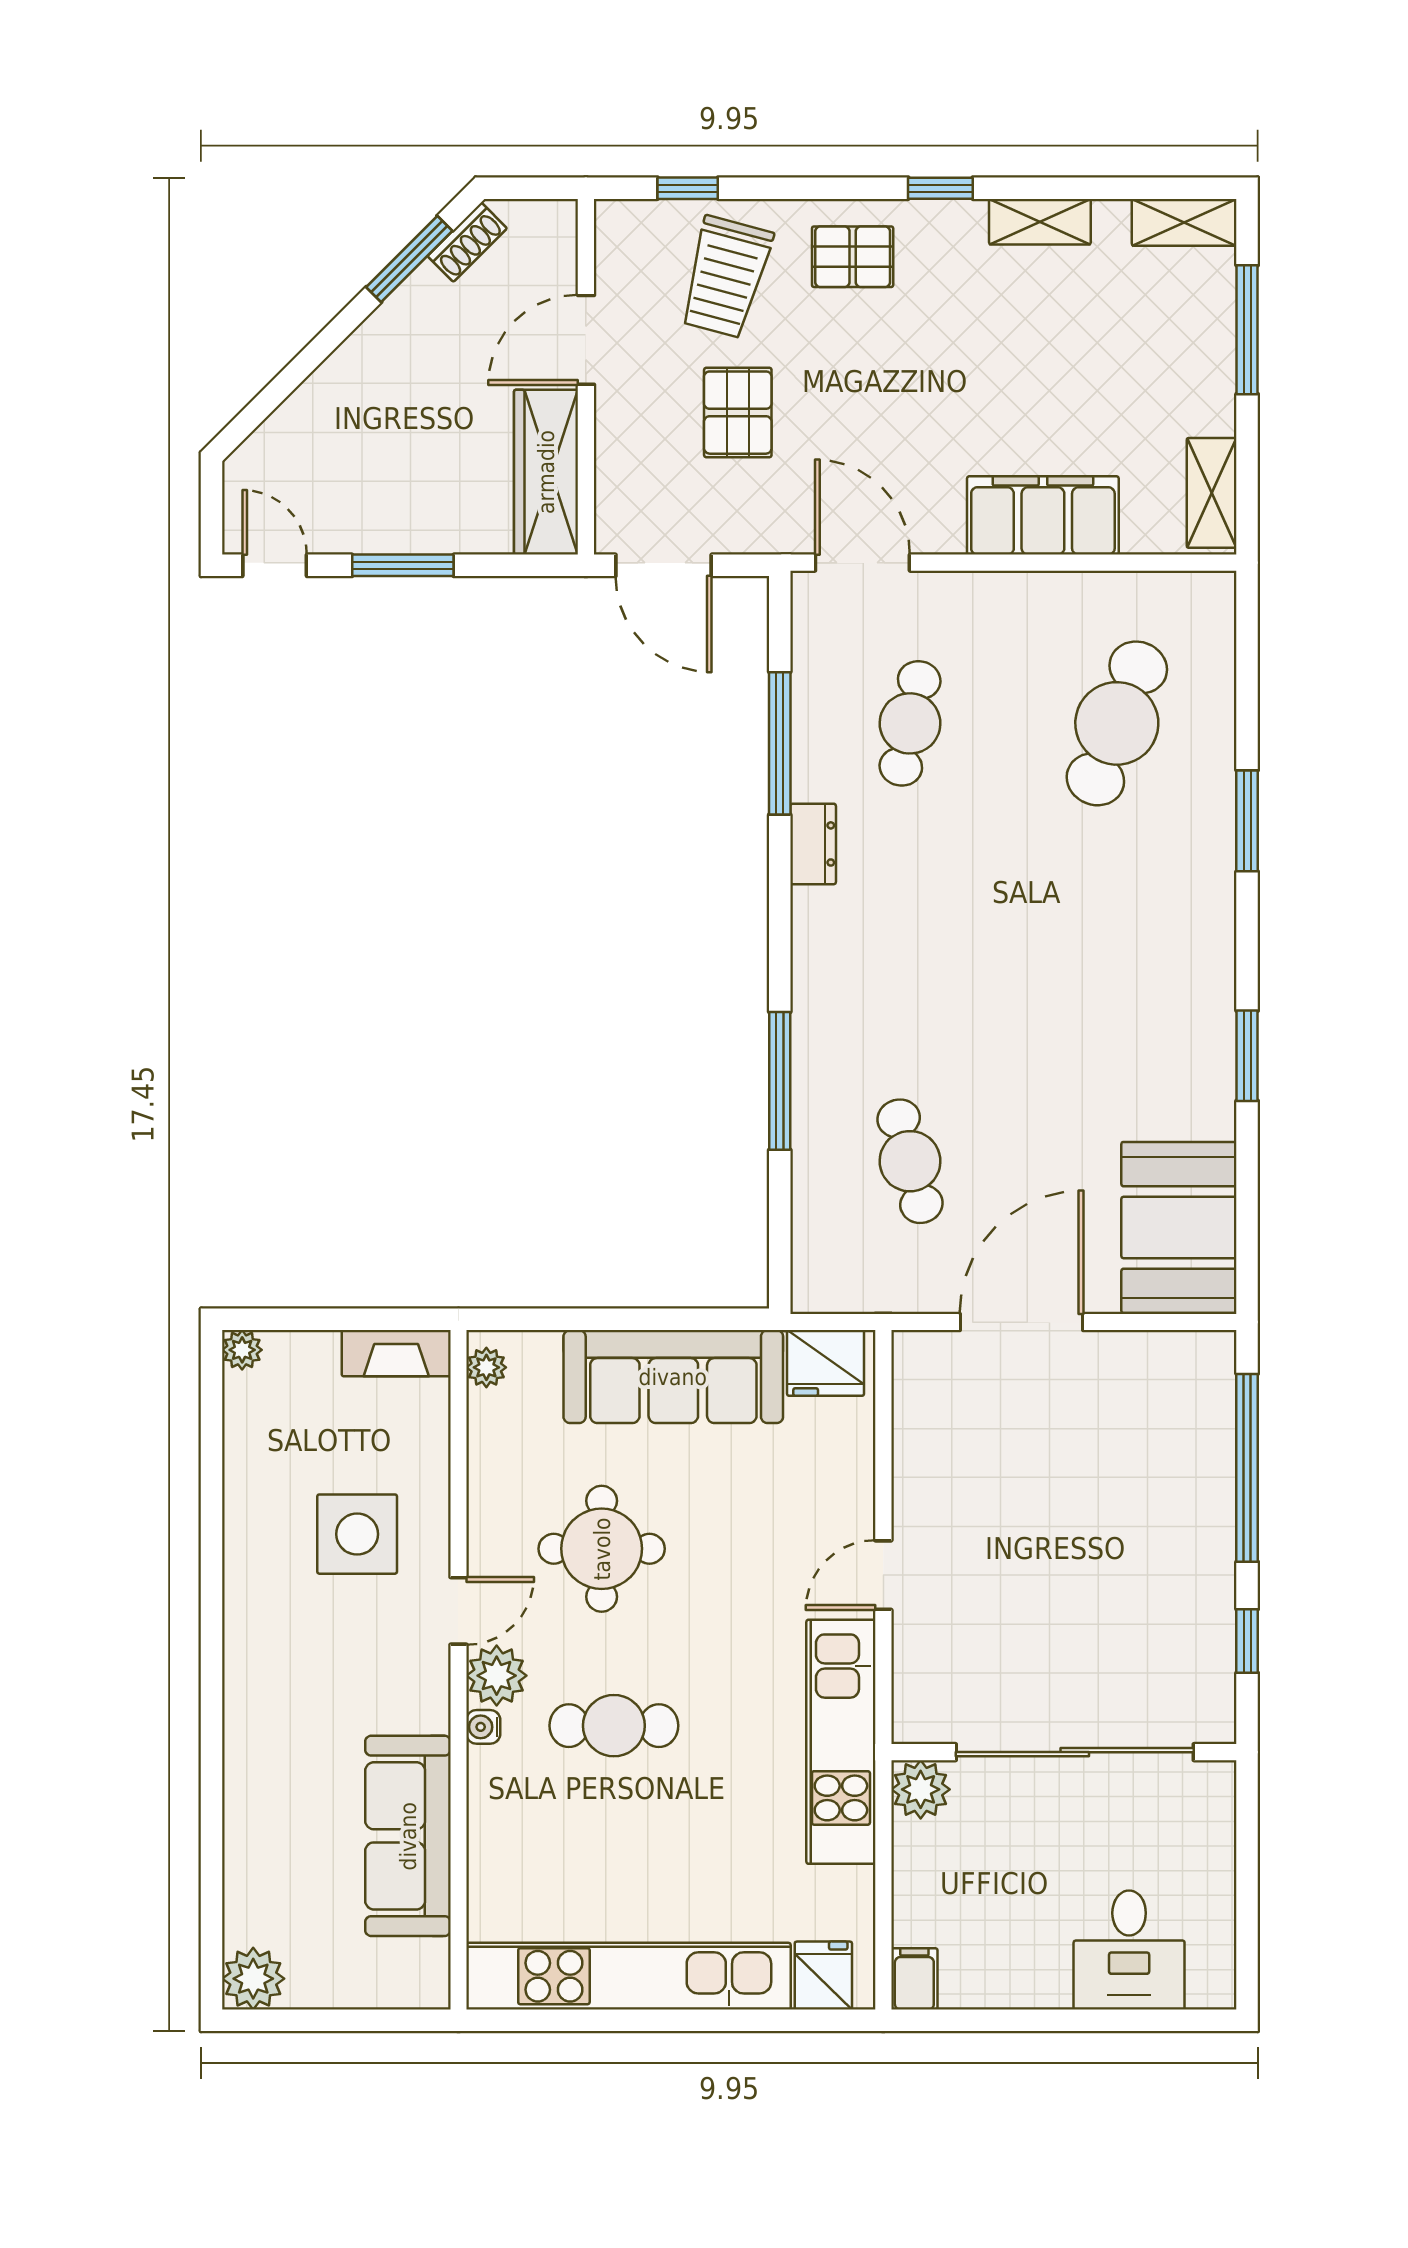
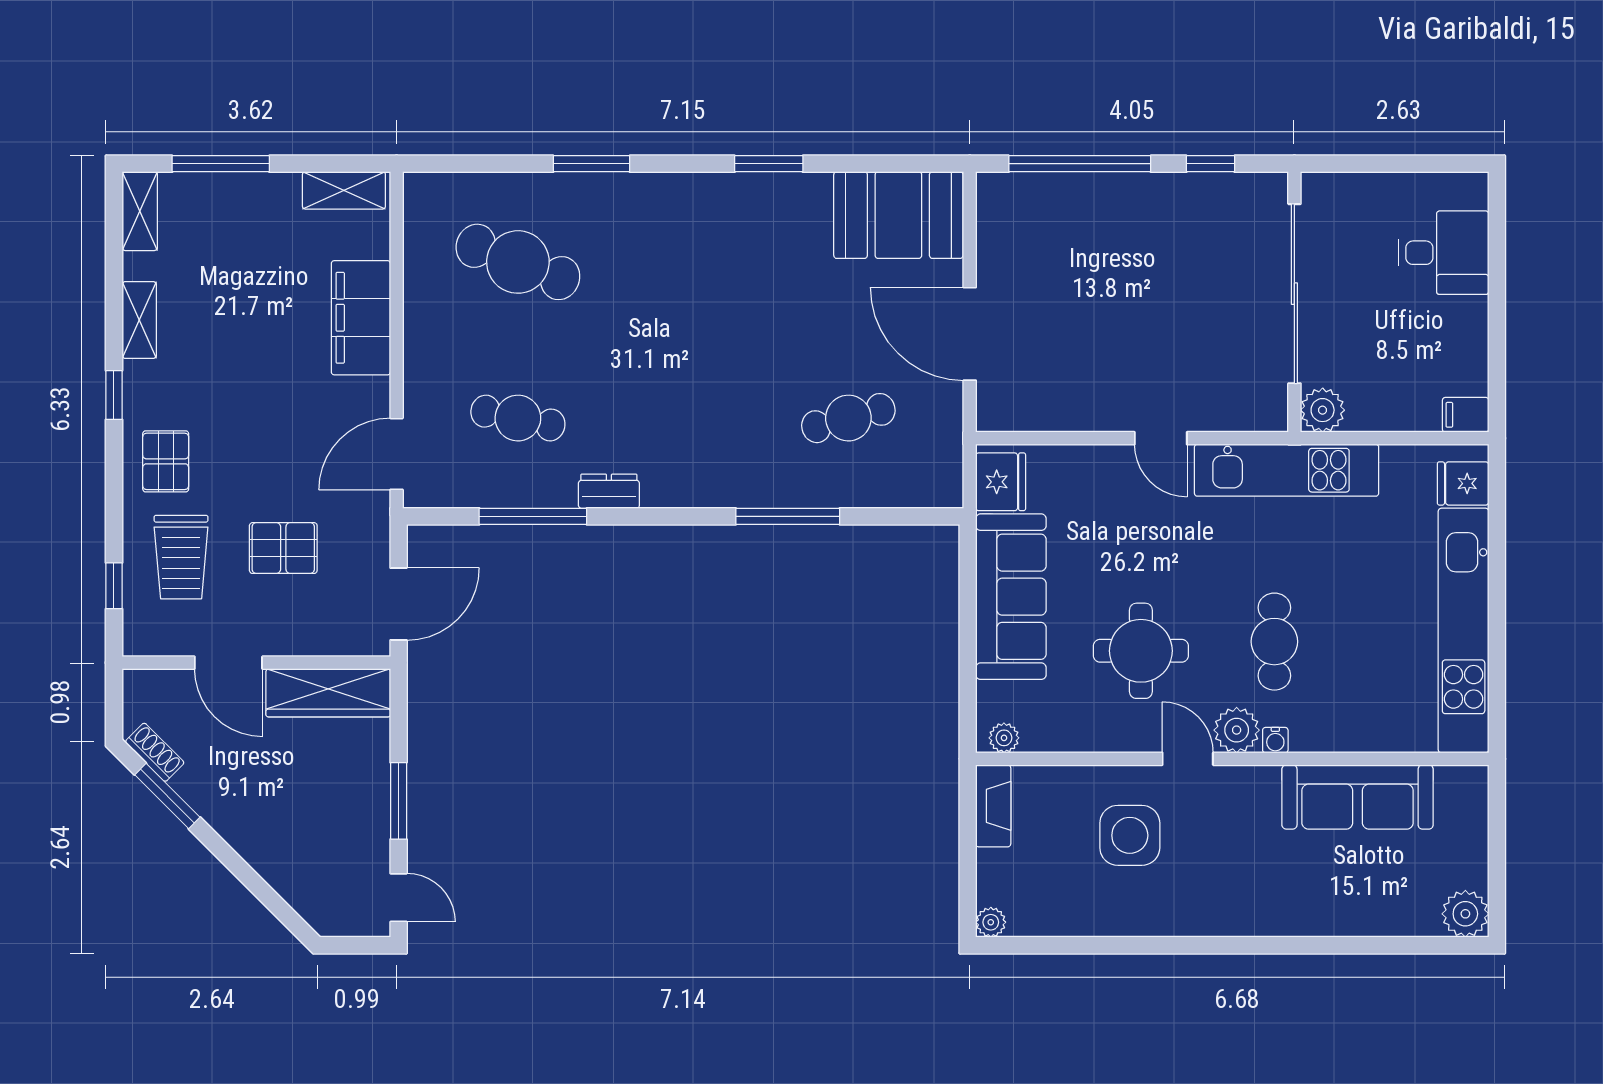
trolley: (726, 277) -> (181, 557), turned 75
door: (275, 565) -> (399, 898), swing flipped

